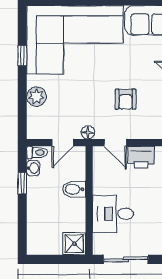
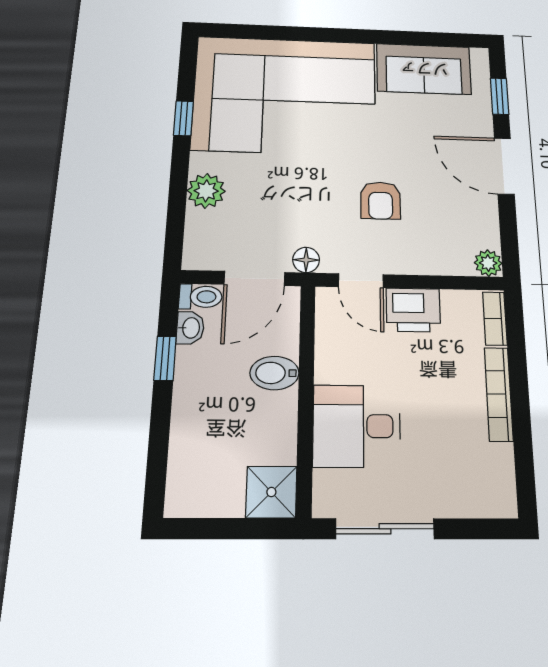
door: (63, 143) -> (254, 278), width x1.38

